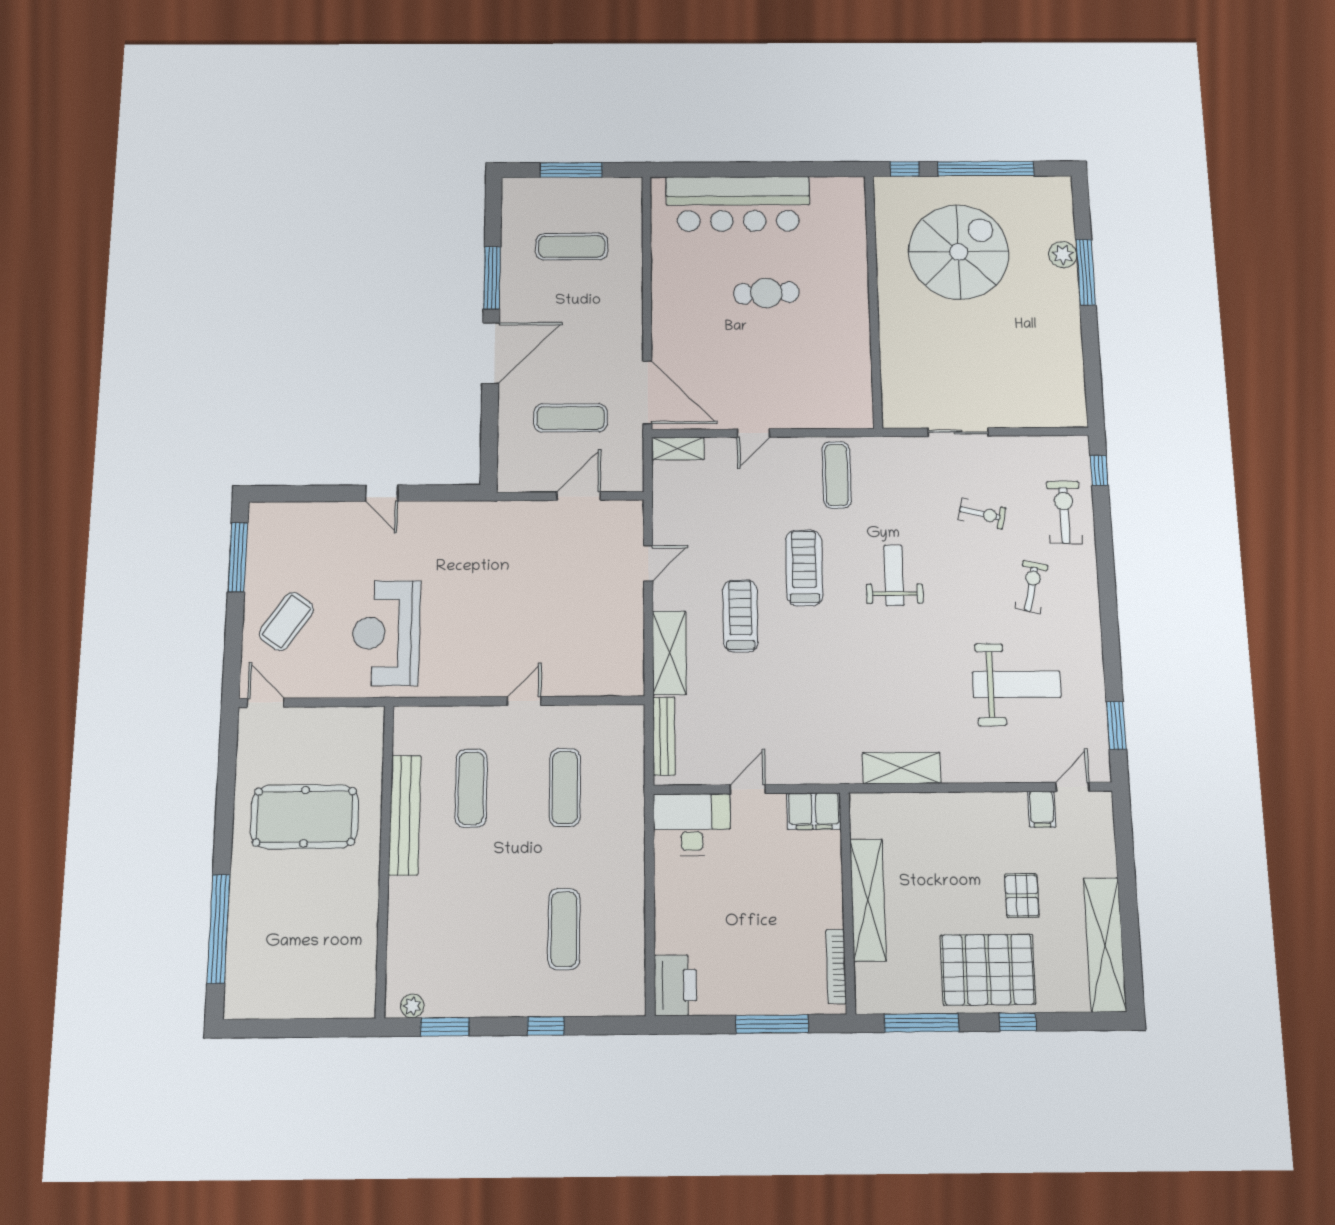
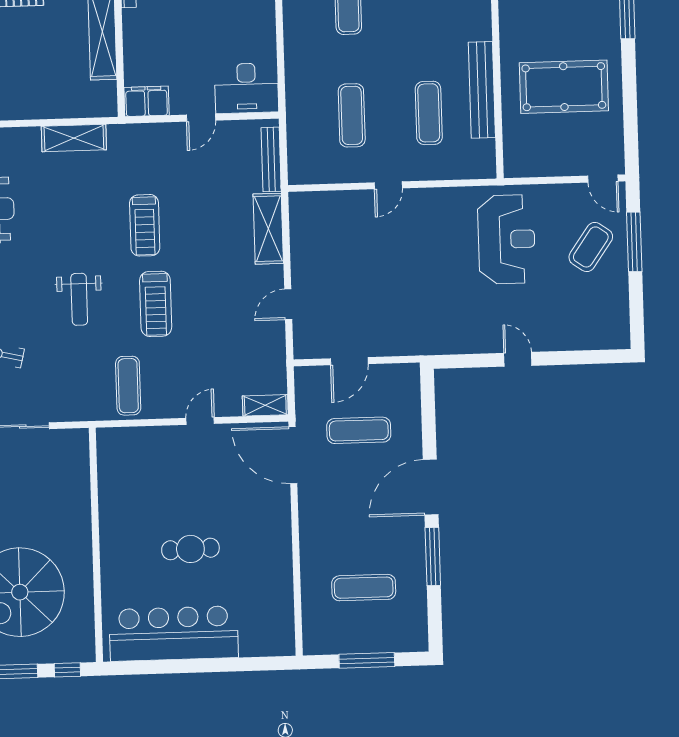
bar counter: (738, 204) -> (174, 634), moved
window: (238, 557) -> (634, 242), moved
treadmill: (740, 616) -> (145, 225), moved

